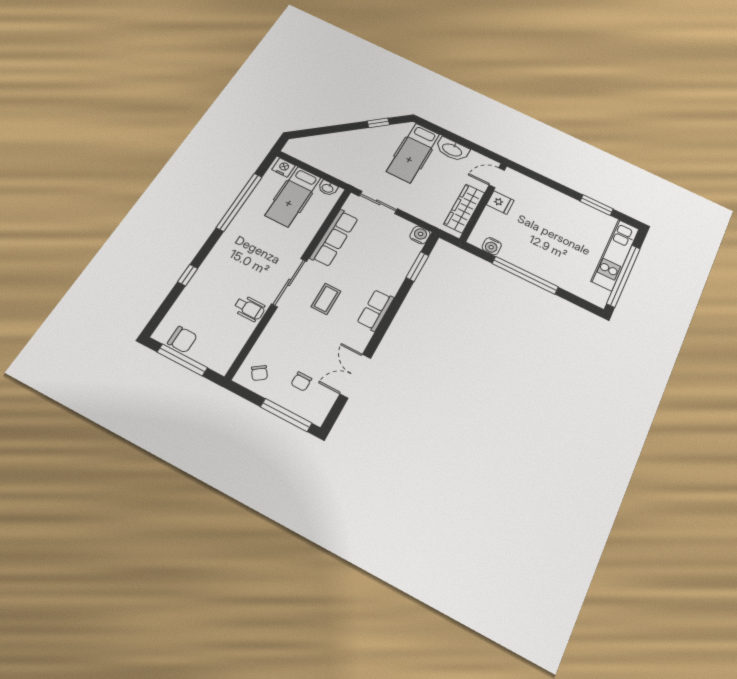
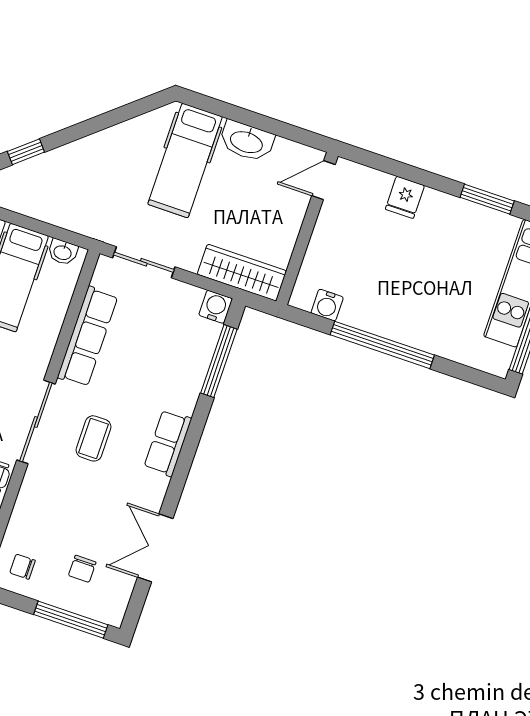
window: (378, 123) -> (26, 152), moved
fridge: (500, 203) -> (405, 197), moved, turned 90
wardrobe: (464, 208) -> (242, 273), moved, turned 90
window: (417, 267) -> (219, 361), width x1.44
chair: (259, 373) -> (23, 567), turned 125

